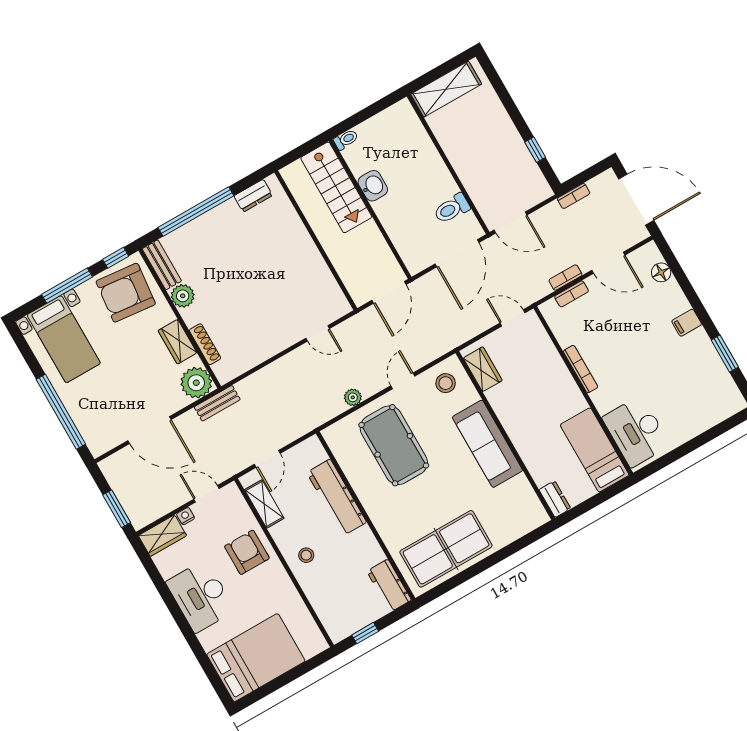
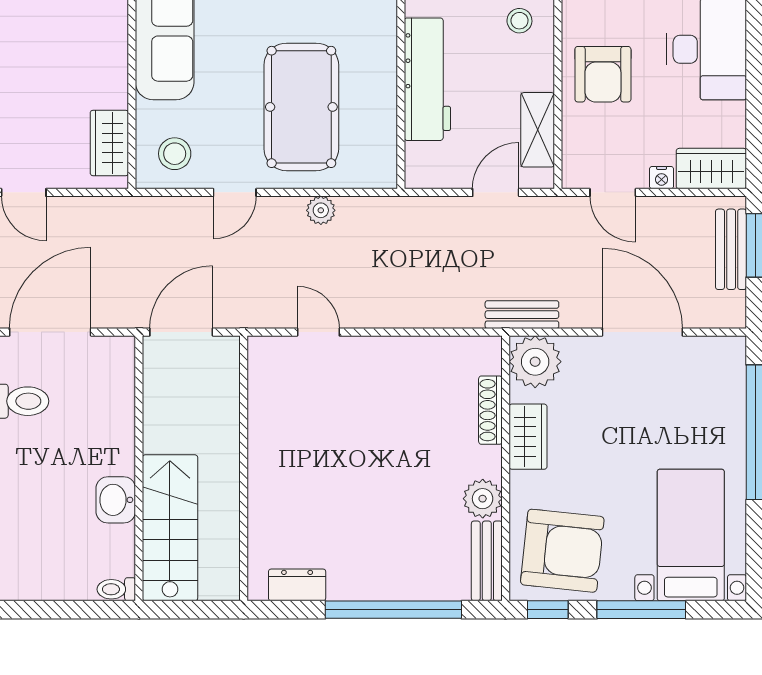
bench: (128, 500) -> (731, 249), added

